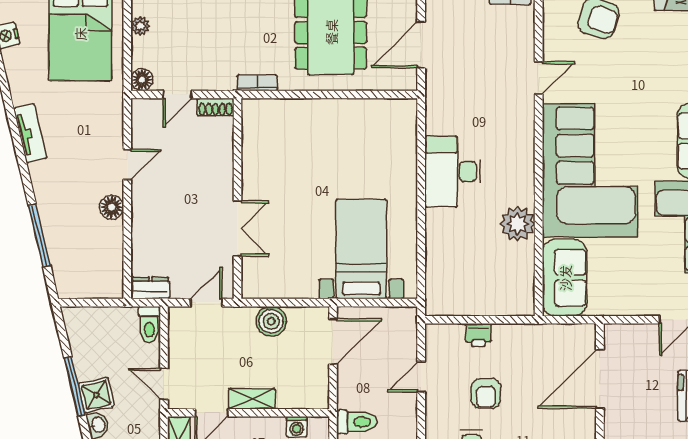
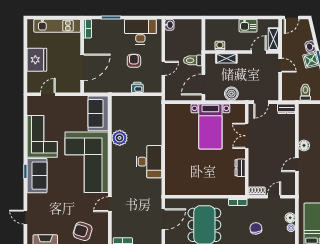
chair: (217, 25) -> (256, 228), added
floor lamp: (142, 80) -> (290, 218), moved
dresser: (252, 158) -> (240, 168), added
bed with nightstands: (361, 249) -> (210, 126), moved
toilet: (149, 325) -> (305, 92), moved
shelving: (252, 399) -> (226, 58), moved
toilet: (357, 422) -> (193, 60), moved

